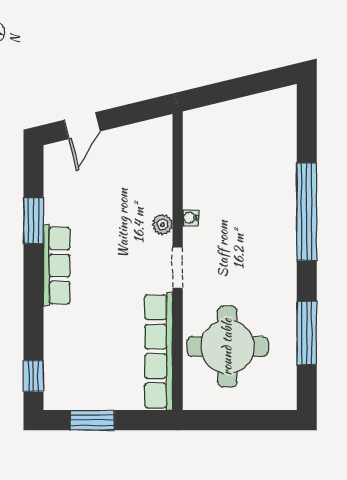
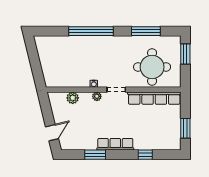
door: (82, 126) -> (52, 133), hinge flipped
plant: (159, 171) -> (73, 98), added
window: (34, 376) -> (145, 155), moved
window: (256, 420) -> (185, 54), added

